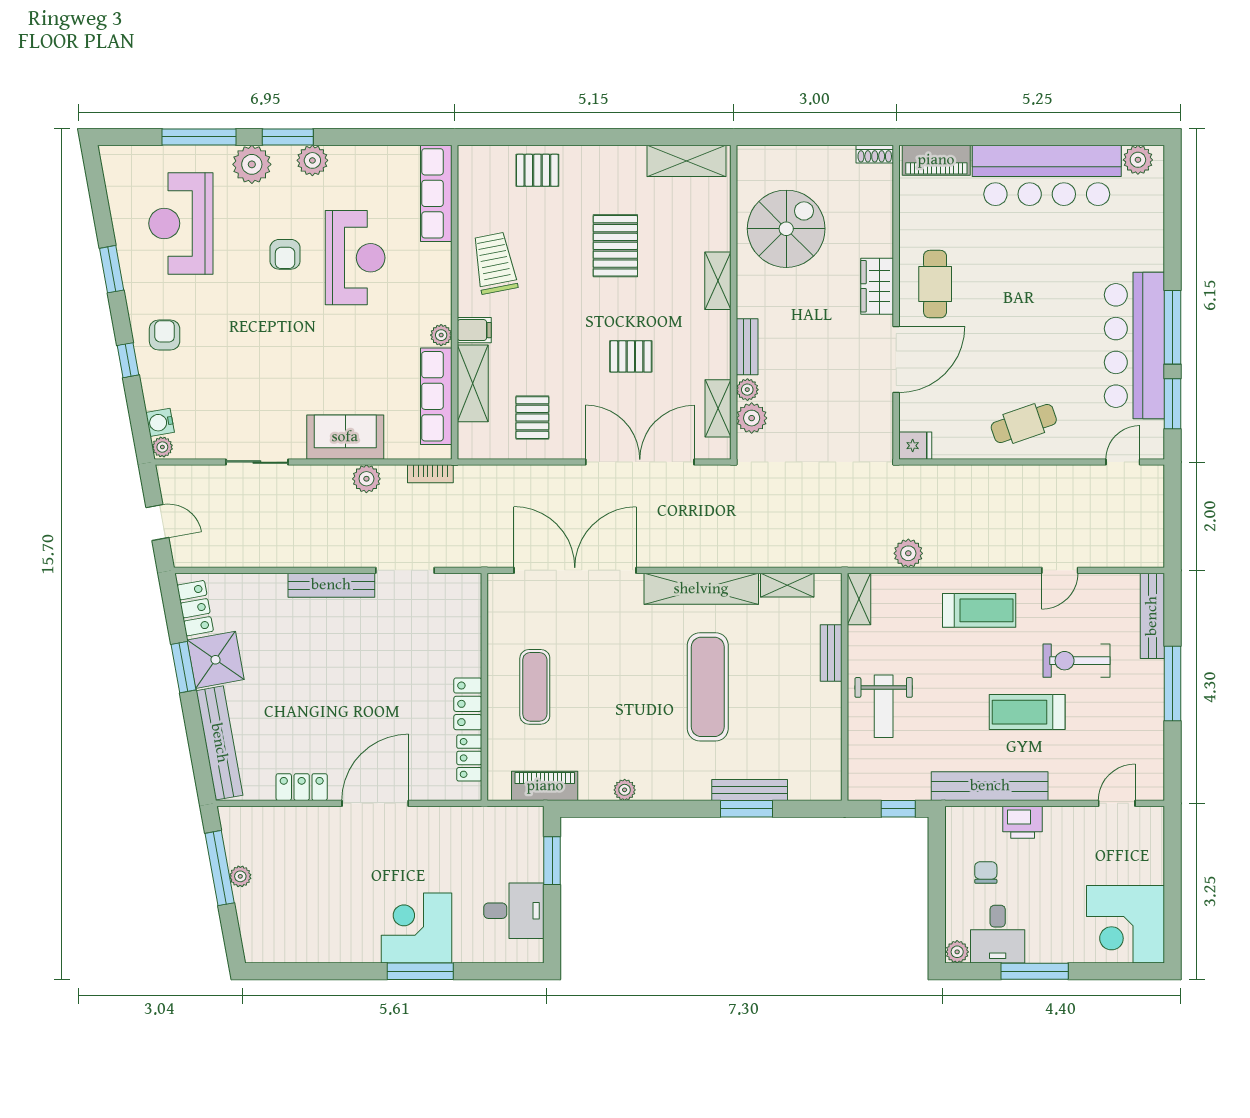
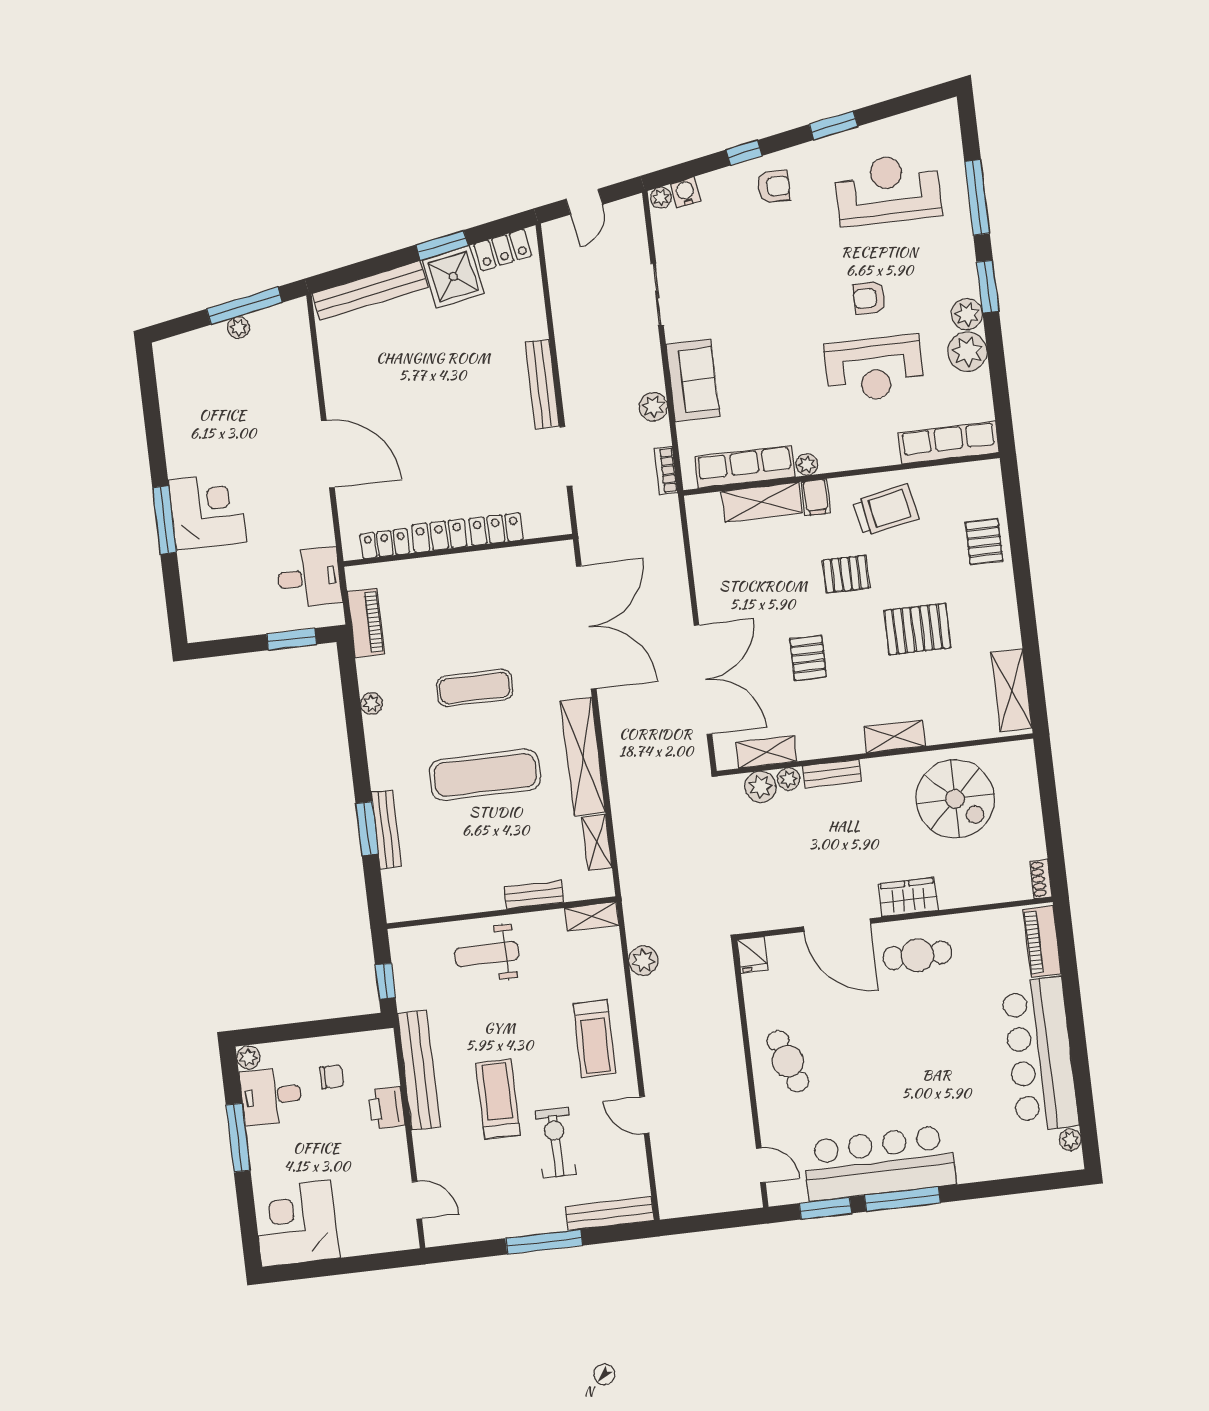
plant: (1138, 160) -> (1070, 1140), width x0.73, depth x0.73
plant: (252, 164) -> (967, 352), moved
pallet: (532, 418) -> (846, 574), moved
exercise mat: (535, 687) -> (475, 688), moved
locker: (302, 787) -> (496, 529), moved, turned -90
desk: (514, 911) -> (309, 578), moved, turned -90

